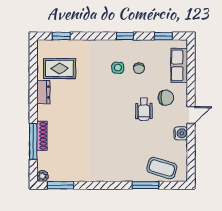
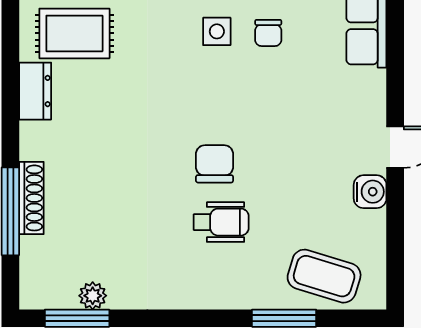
chair: (166, 98) -> (215, 164), moved, turned -90
wheelchair: (144, 109) -> (221, 222), moved, turned -90
plant: (42, 176) -> (93, 296), moved

